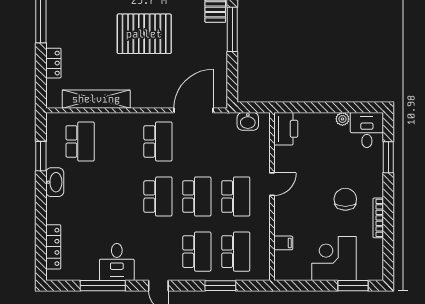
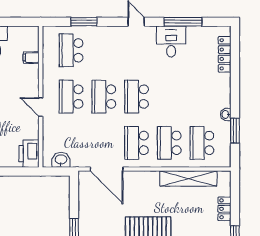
door: (194, 110) -> (107, 169), hinge flipped
washbasin: (55, 182) -> (226, 115), width x0.52, depth x0.69
door: (272, 184) -> (41, 107), hinge flipped
school desk: (197, 252) -> (169, 143), moved

